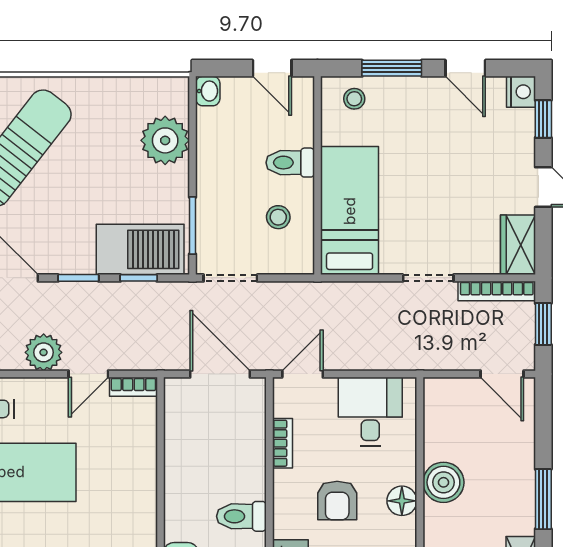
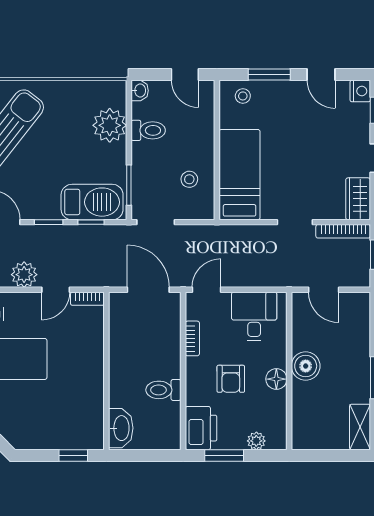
toilet: (290, 163) -> (148, 130), moved, turned 180
door: (502, 374) -> (324, 290), moved

